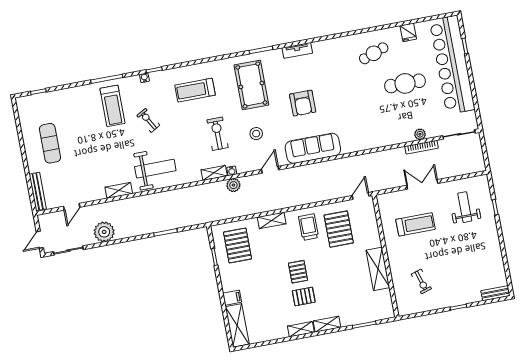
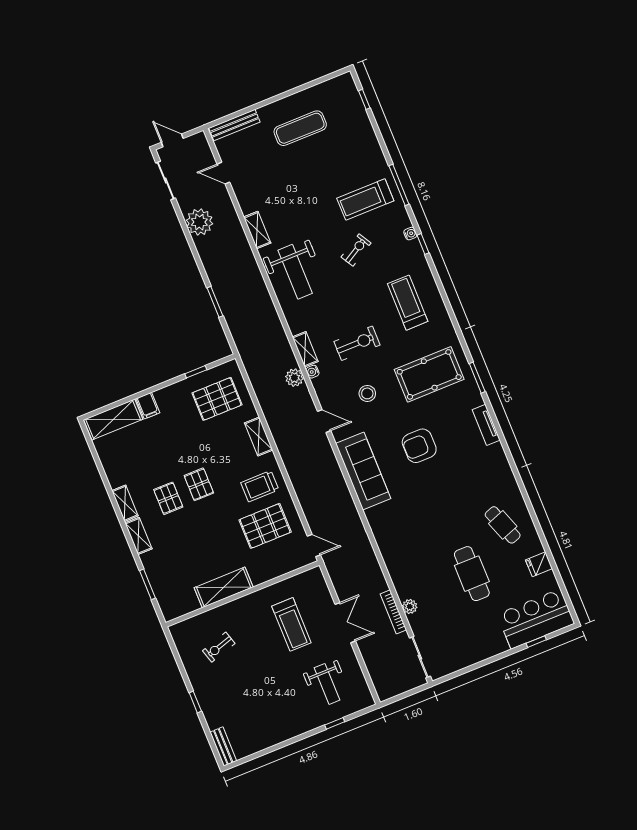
bar counter: (452, 65) -> (536, 619), width x0.54
weight bench: (465, 207) -> (327, 684), turned 90
trolley: (309, 227) -> (260, 486), turned 180
pallet: (298, 272) -> (199, 484), turned 90

